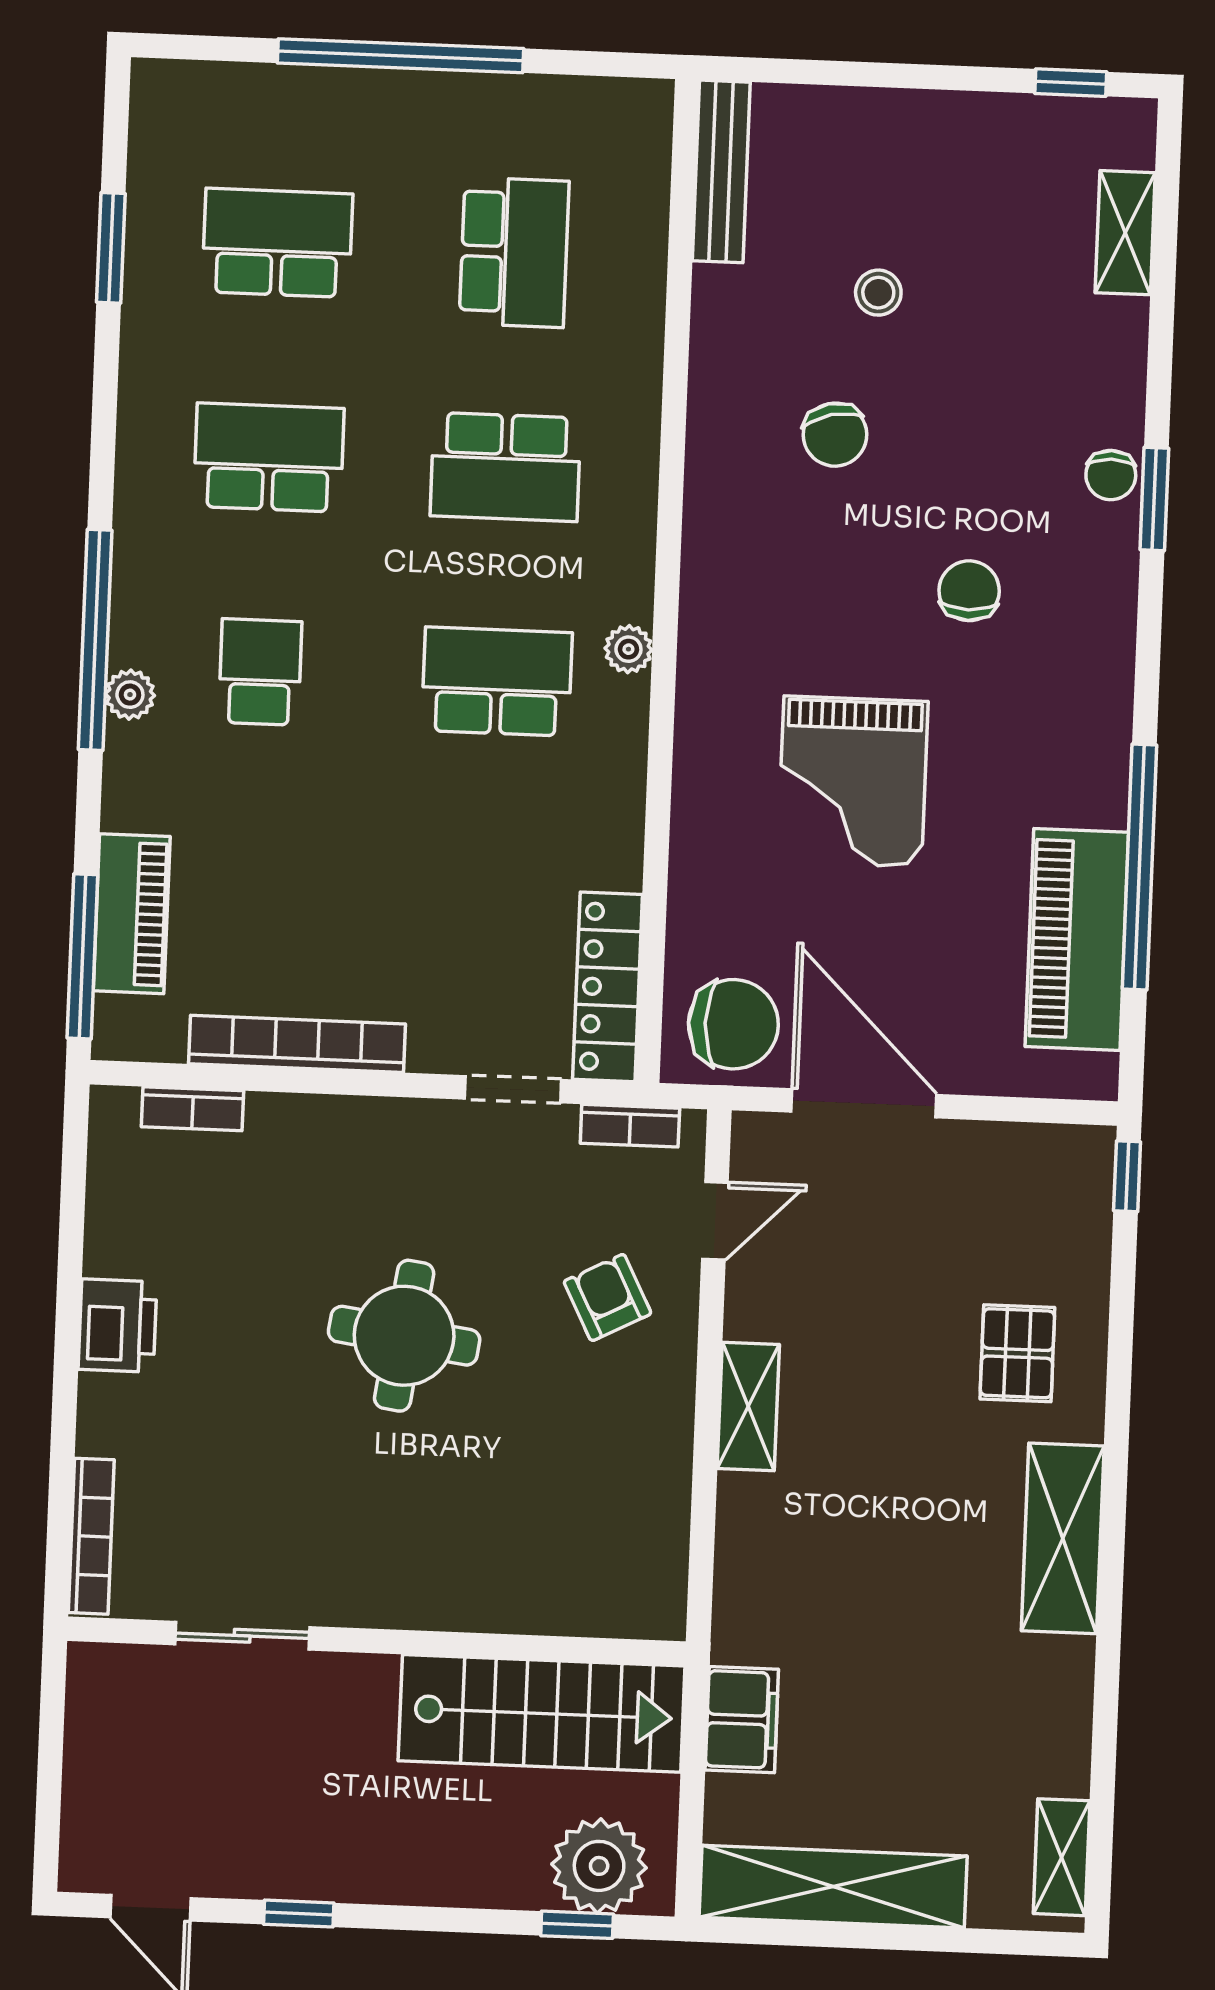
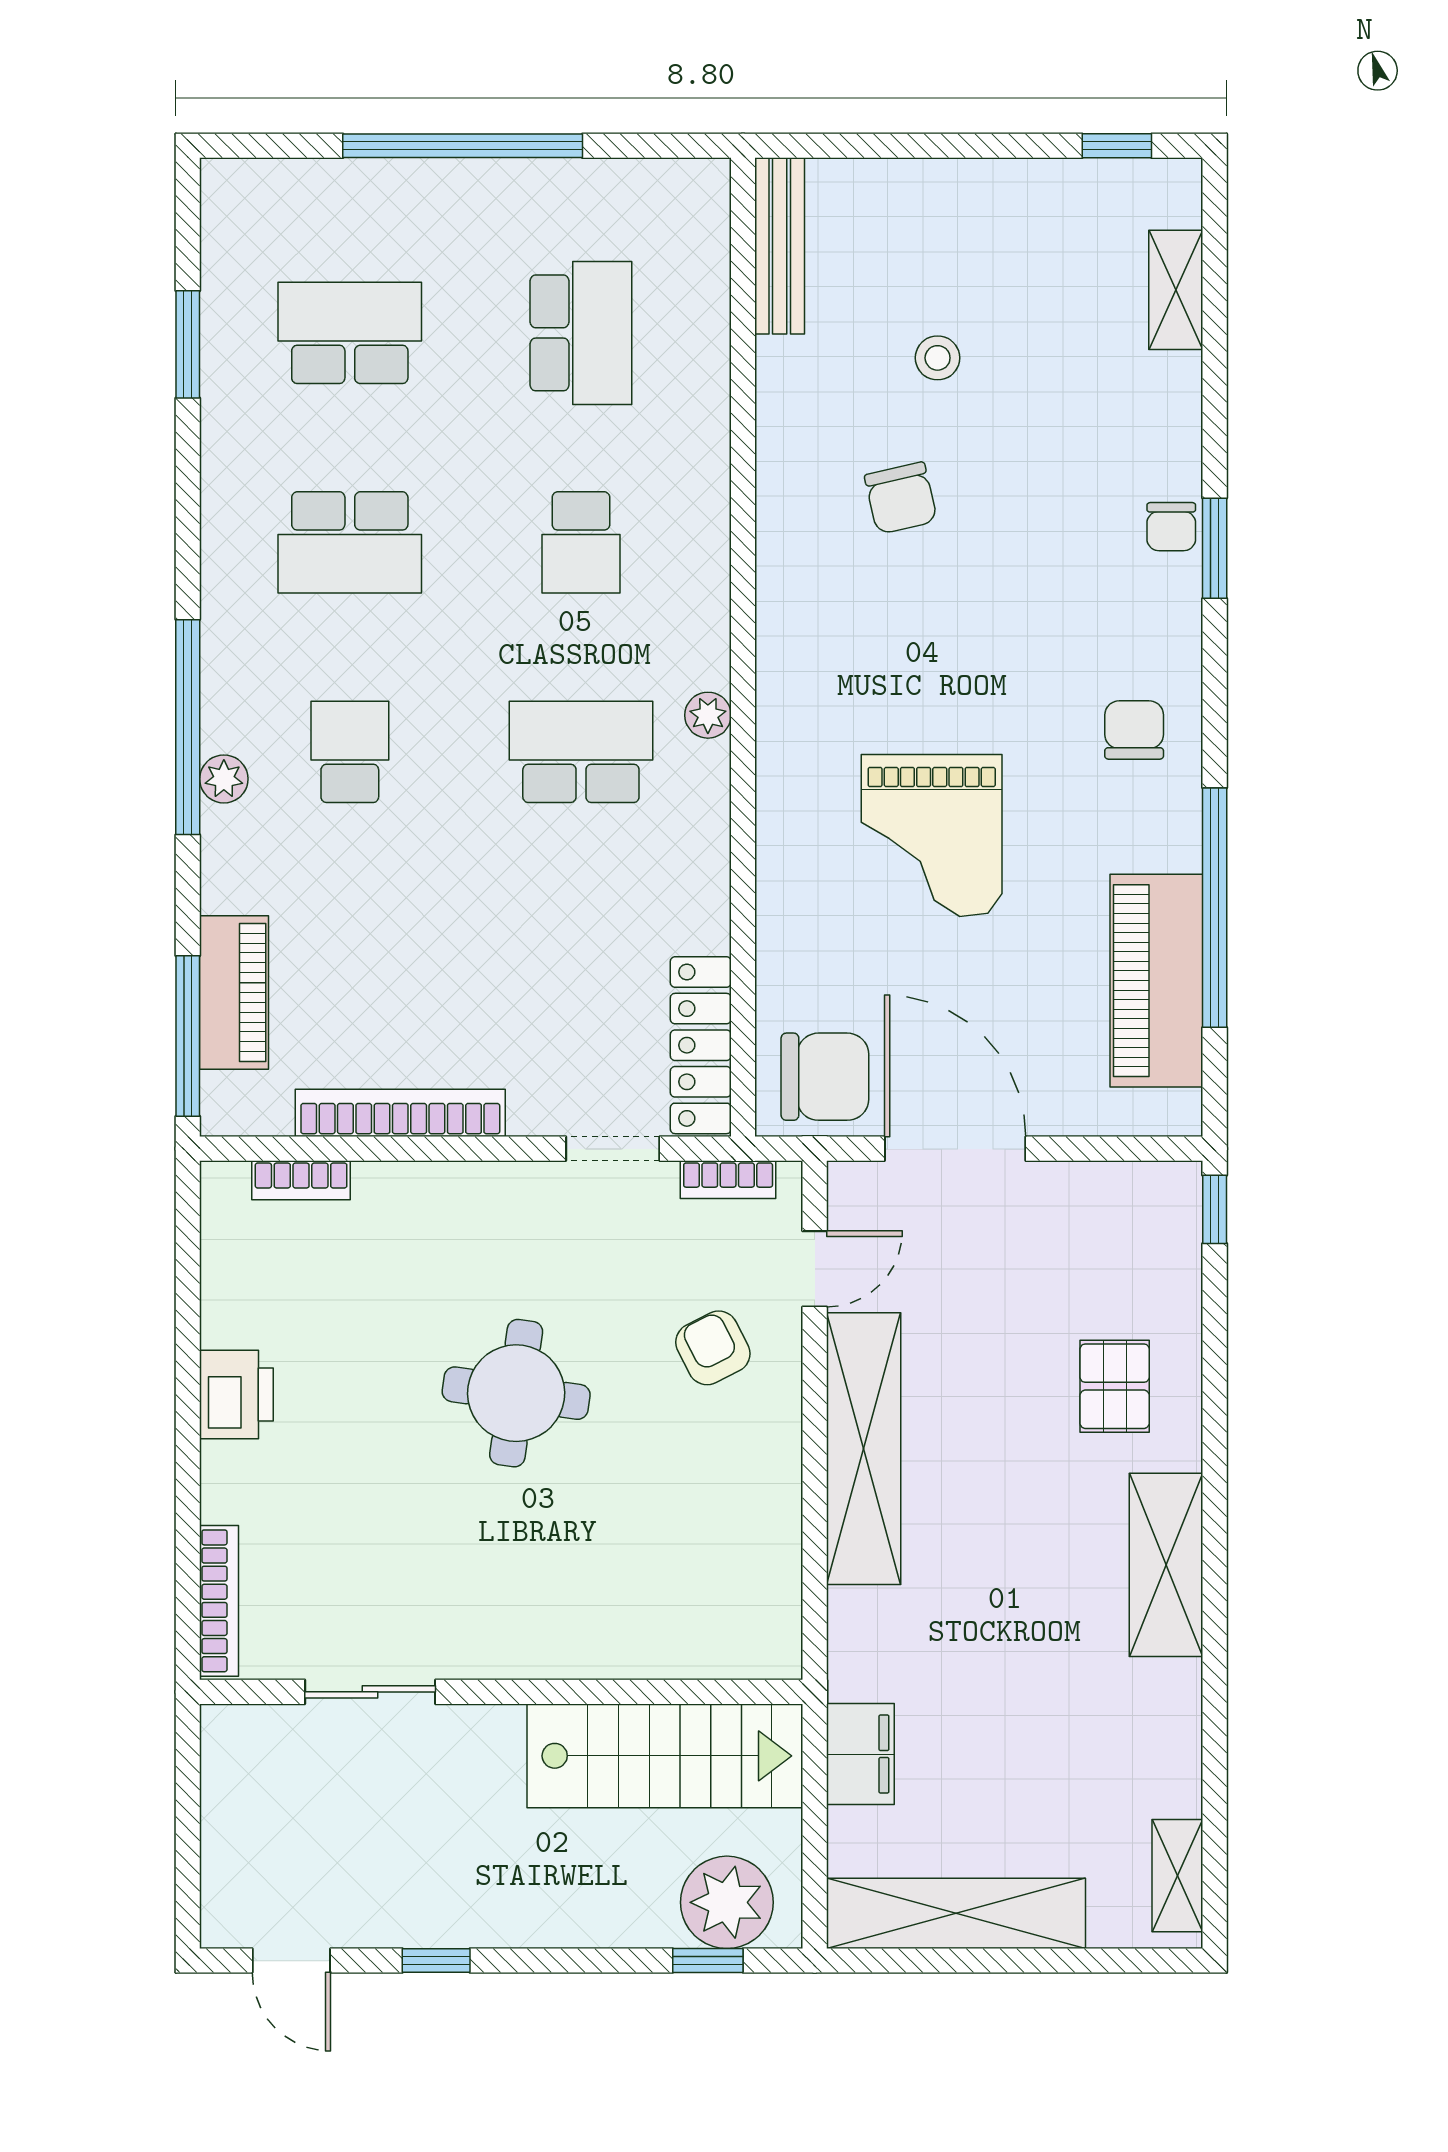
school desk: (269, 457) -> (350, 542), turned 180
school desk: (505, 467) -> (581, 542), width x0.54
chair: (969, 591) -> (1134, 730), moved
shelving: (748, 1406) -> (864, 1449), width x2.20, depth x1.33

